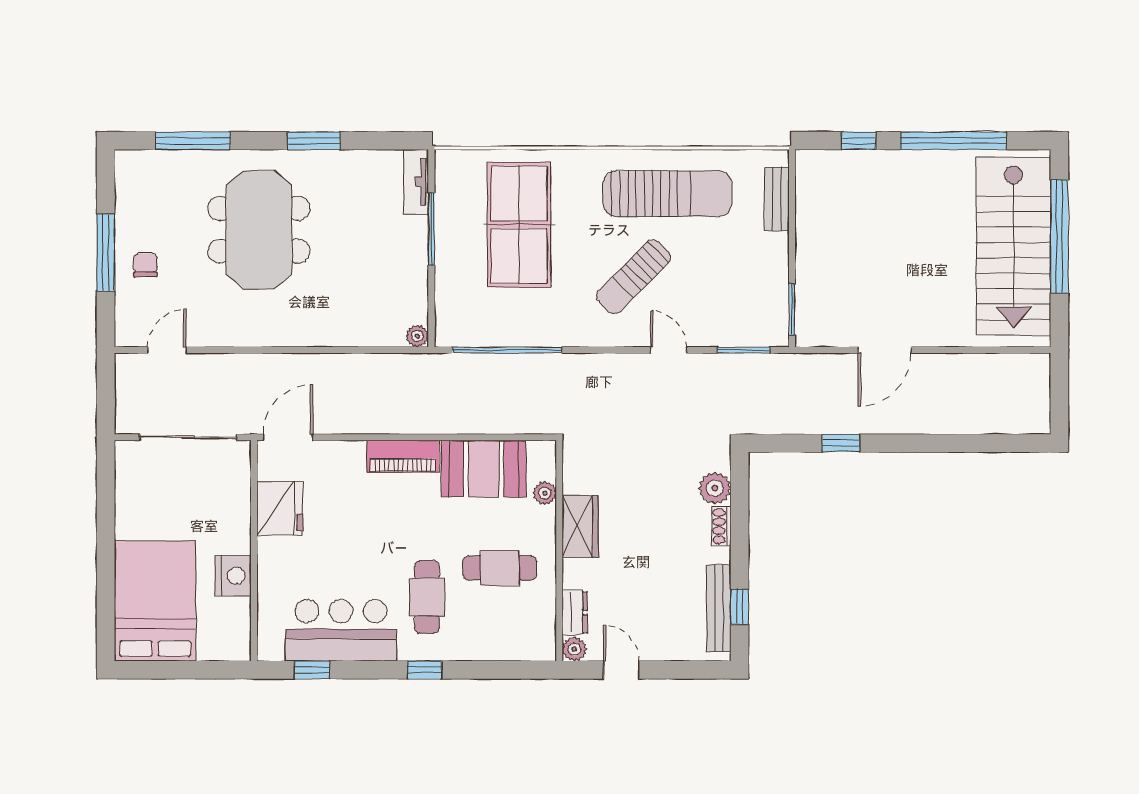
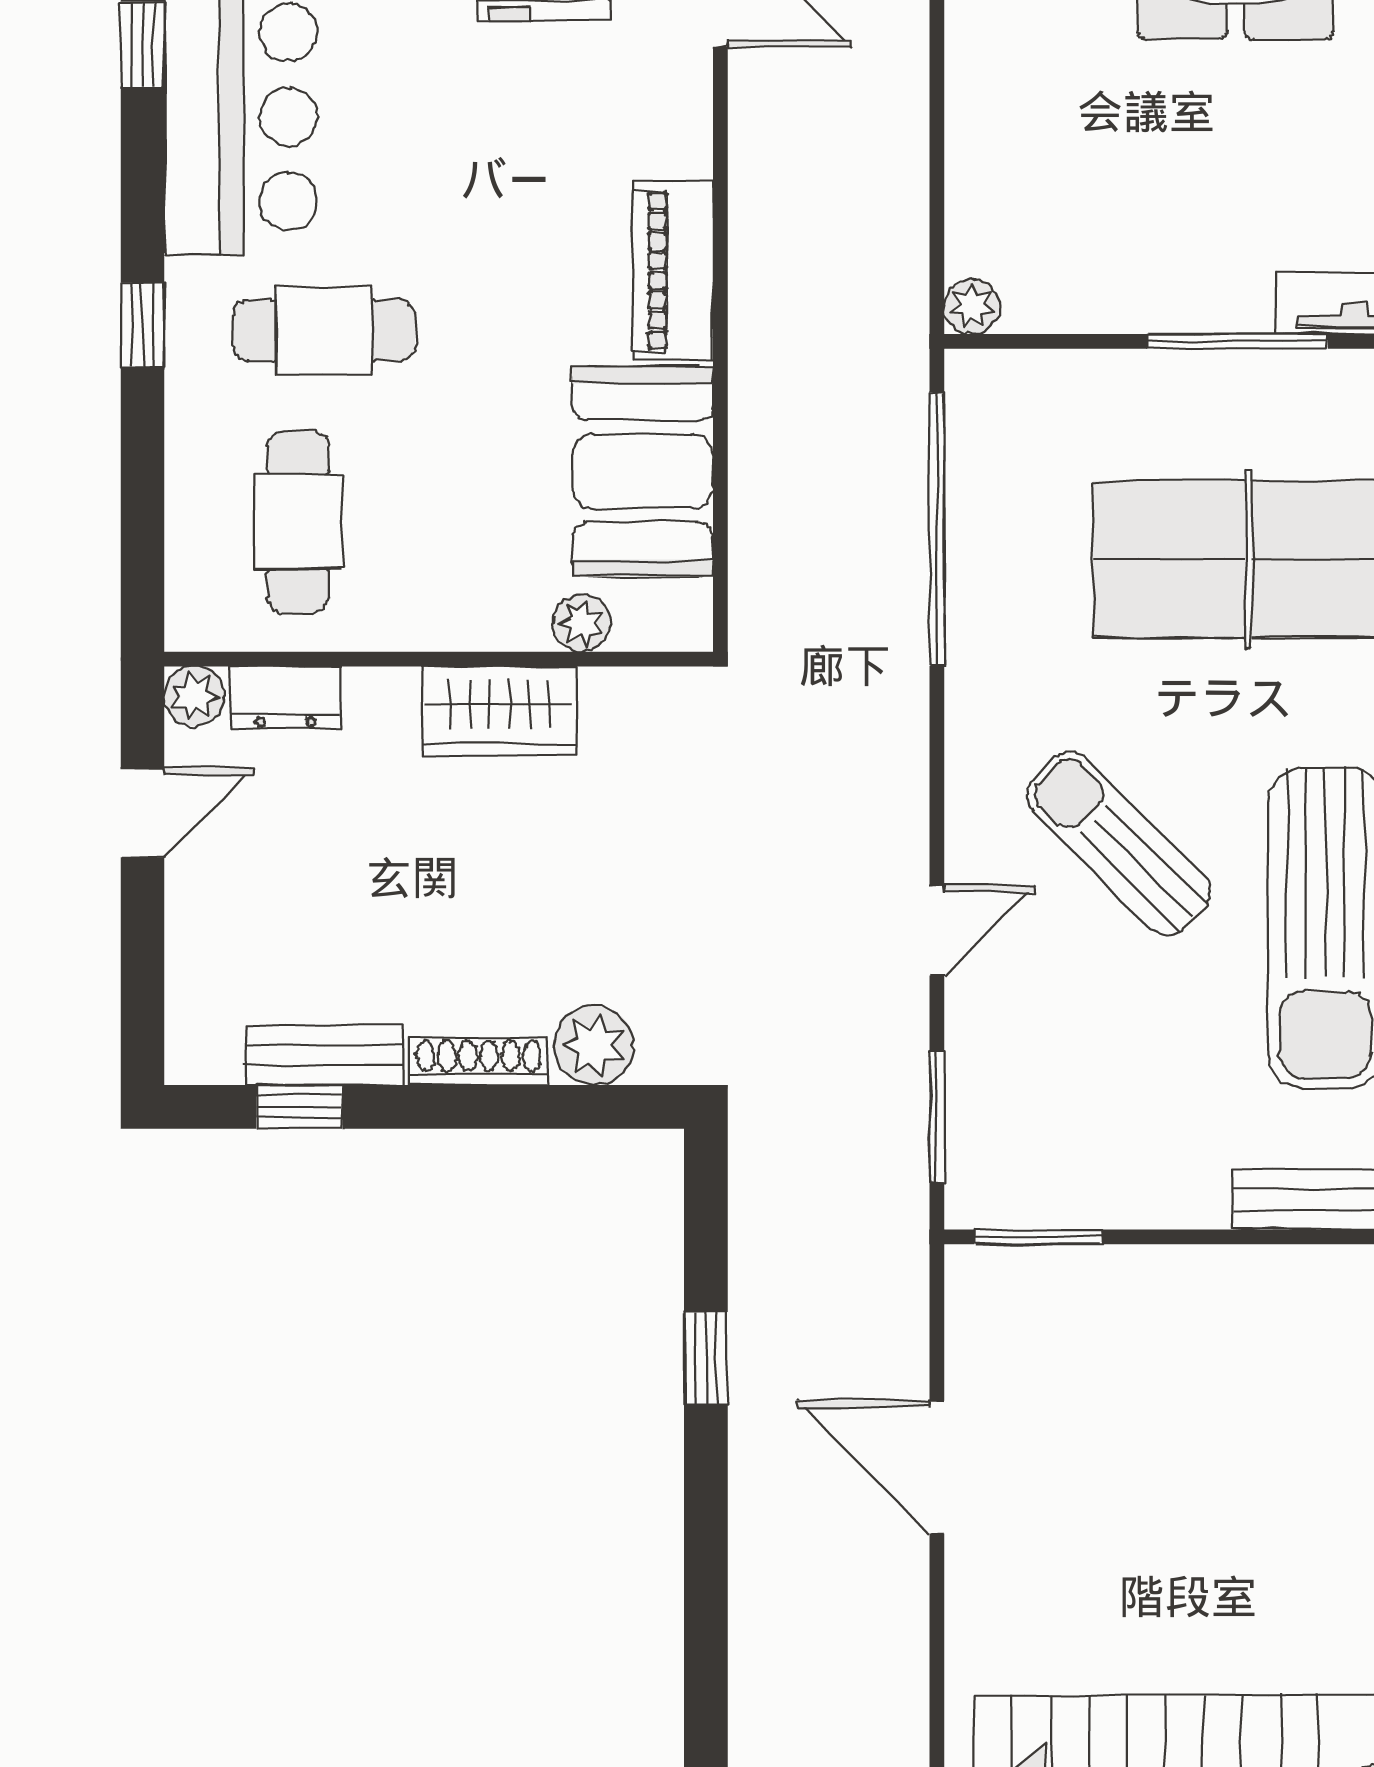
shoe rack: (721, 526) -> (479, 1062), width x1.43
cafe table: (500, 568) -> (298, 522), moved
bench: (719, 608) -> (324, 1055), width x0.73

